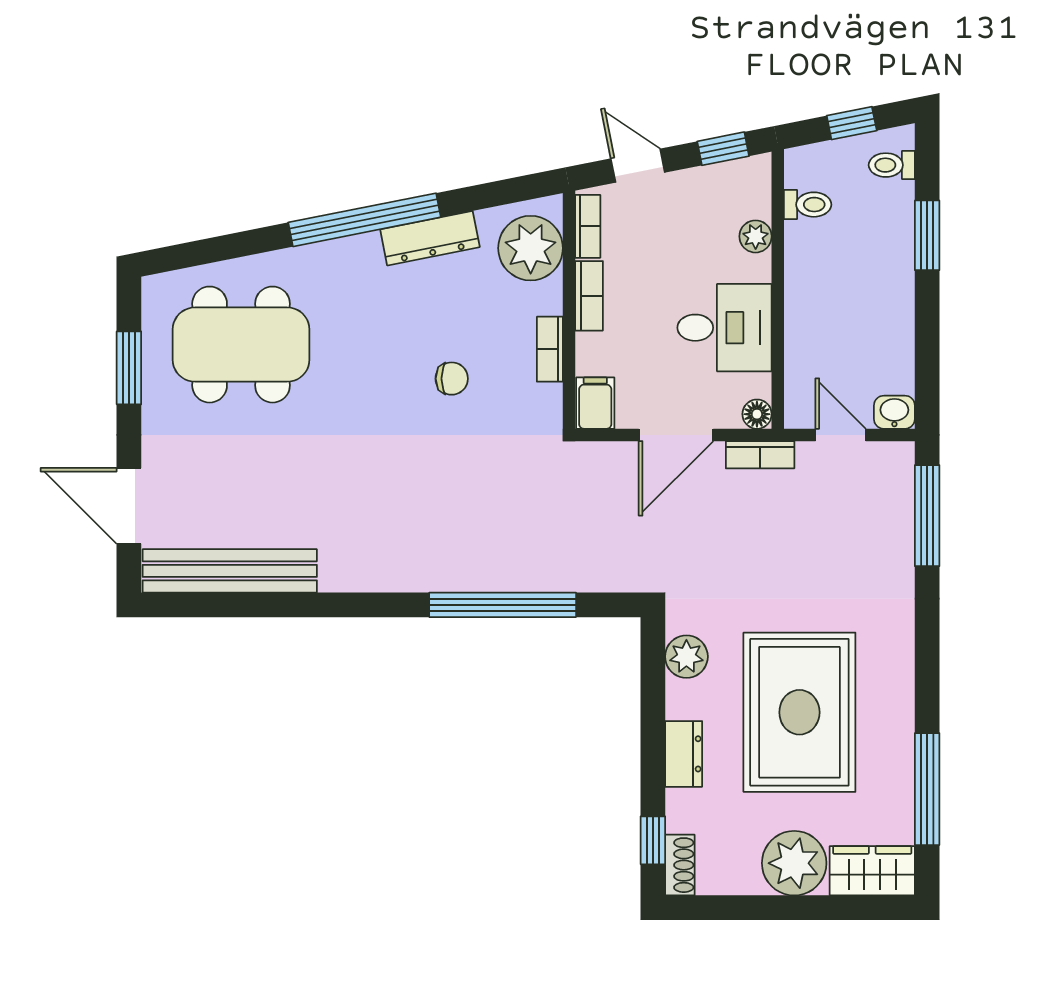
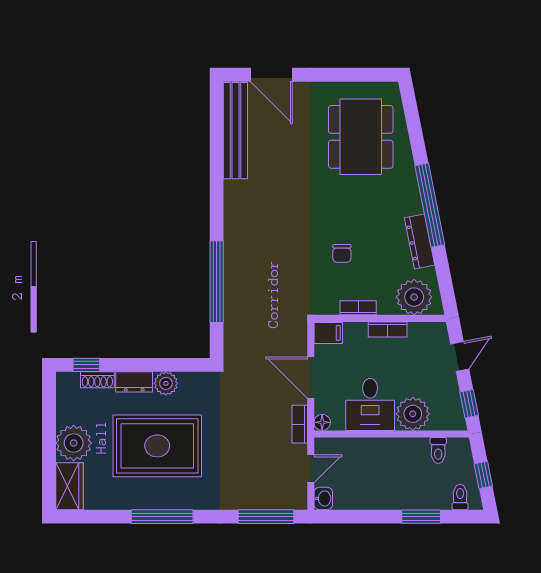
bookcase: (588, 226) -> (426, 329), removed
plant: (756, 236) -> (413, 414), width x1.88, depth x1.88
window: (129, 368) -> (348, 75), removed
door: (129, 506) -> (271, 75), swing flipped
plant: (686, 657) -> (166, 383), moved
window: (927, 789) -> (162, 517), moved
shoe rack: (680, 865) -> (97, 380), moved

